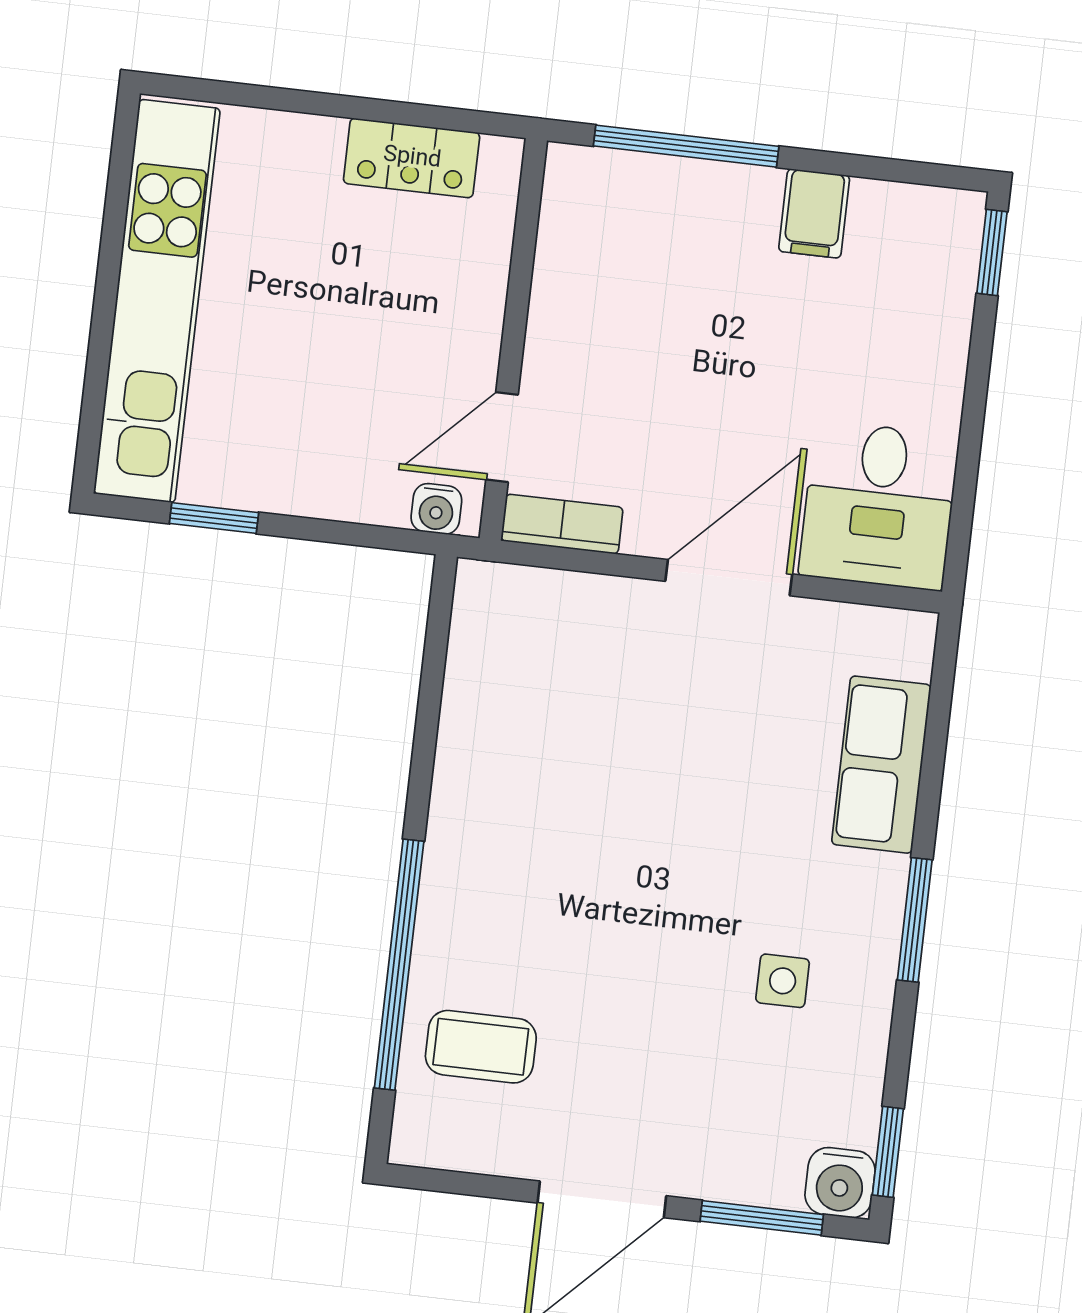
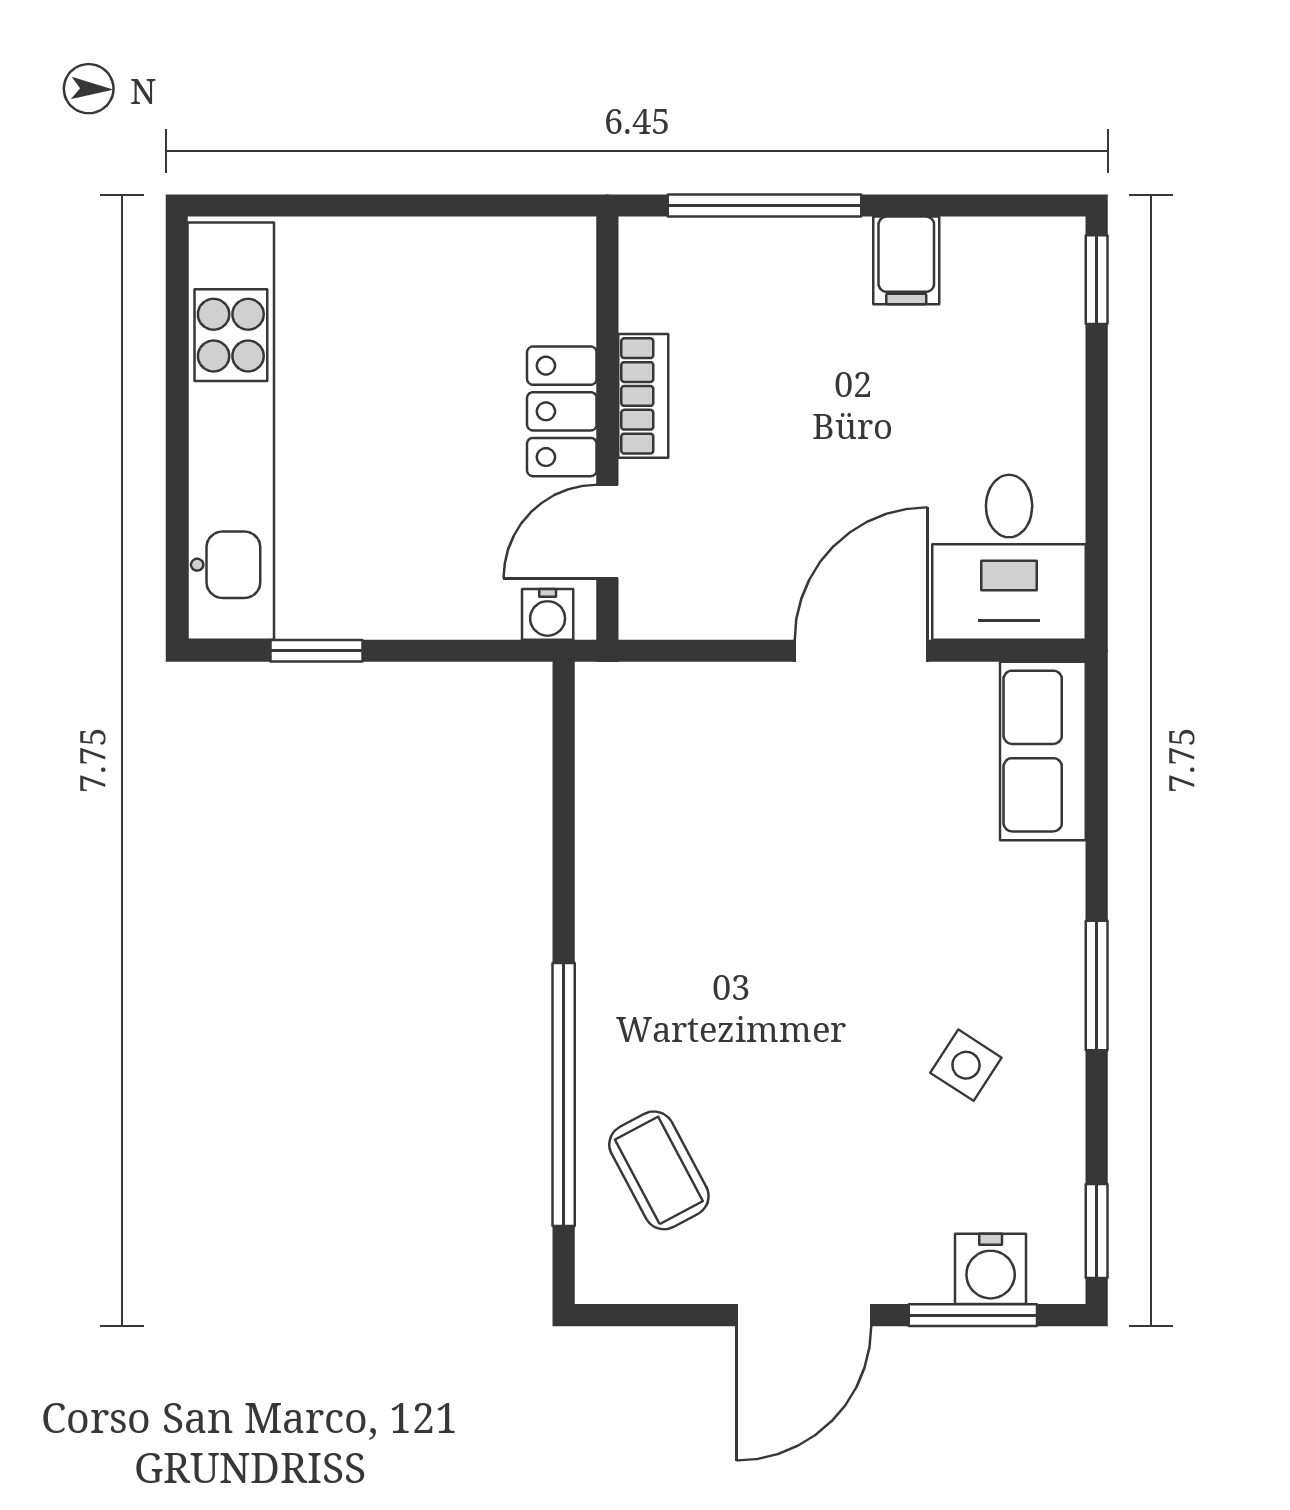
locker: (412, 158) -> (562, 411), moved, turned 90
bookcase: (562, 524) -> (643, 396), moved, turned 90
row of seats: (881, 765) -> (1043, 751), moved
side table: (783, 981) -> (966, 1065), turned 33
coffee table: (481, 1047) -> (659, 1170), turned 62
water cooler: (840, 1183) -> (991, 1269), moved

